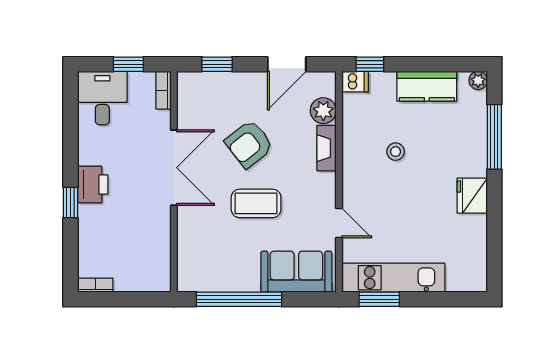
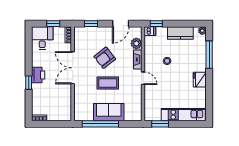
double door: (174, 168) -> (73, 68), swing flipped
door: (339, 223) -> (143, 78), moved
sofa: (296, 272) -> (109, 112), moved
kitchen unit: (393, 278) -> (183, 115), moved

